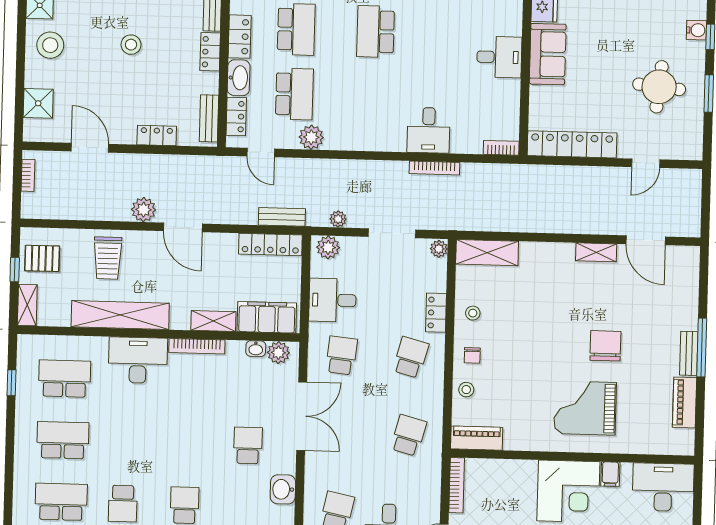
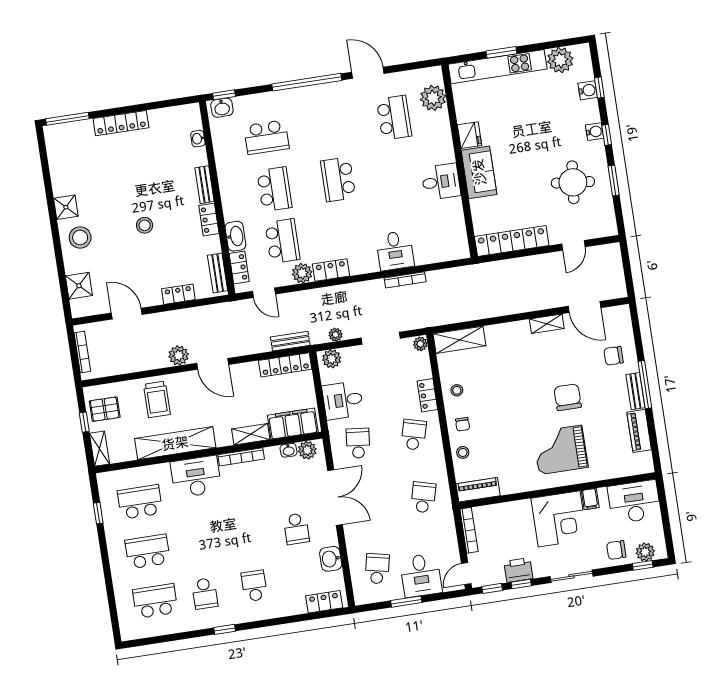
locker: (240, 37) -> (331, 270), moved, turned -90
bookcase: (501, 148) -> (456, 254), removed
bookcase: (28, 175) -> (82, 352), width x1.56
chair: (670, 306) -> (614, 356), added
school desk: (248, 445) -> (296, 529), turned 180

